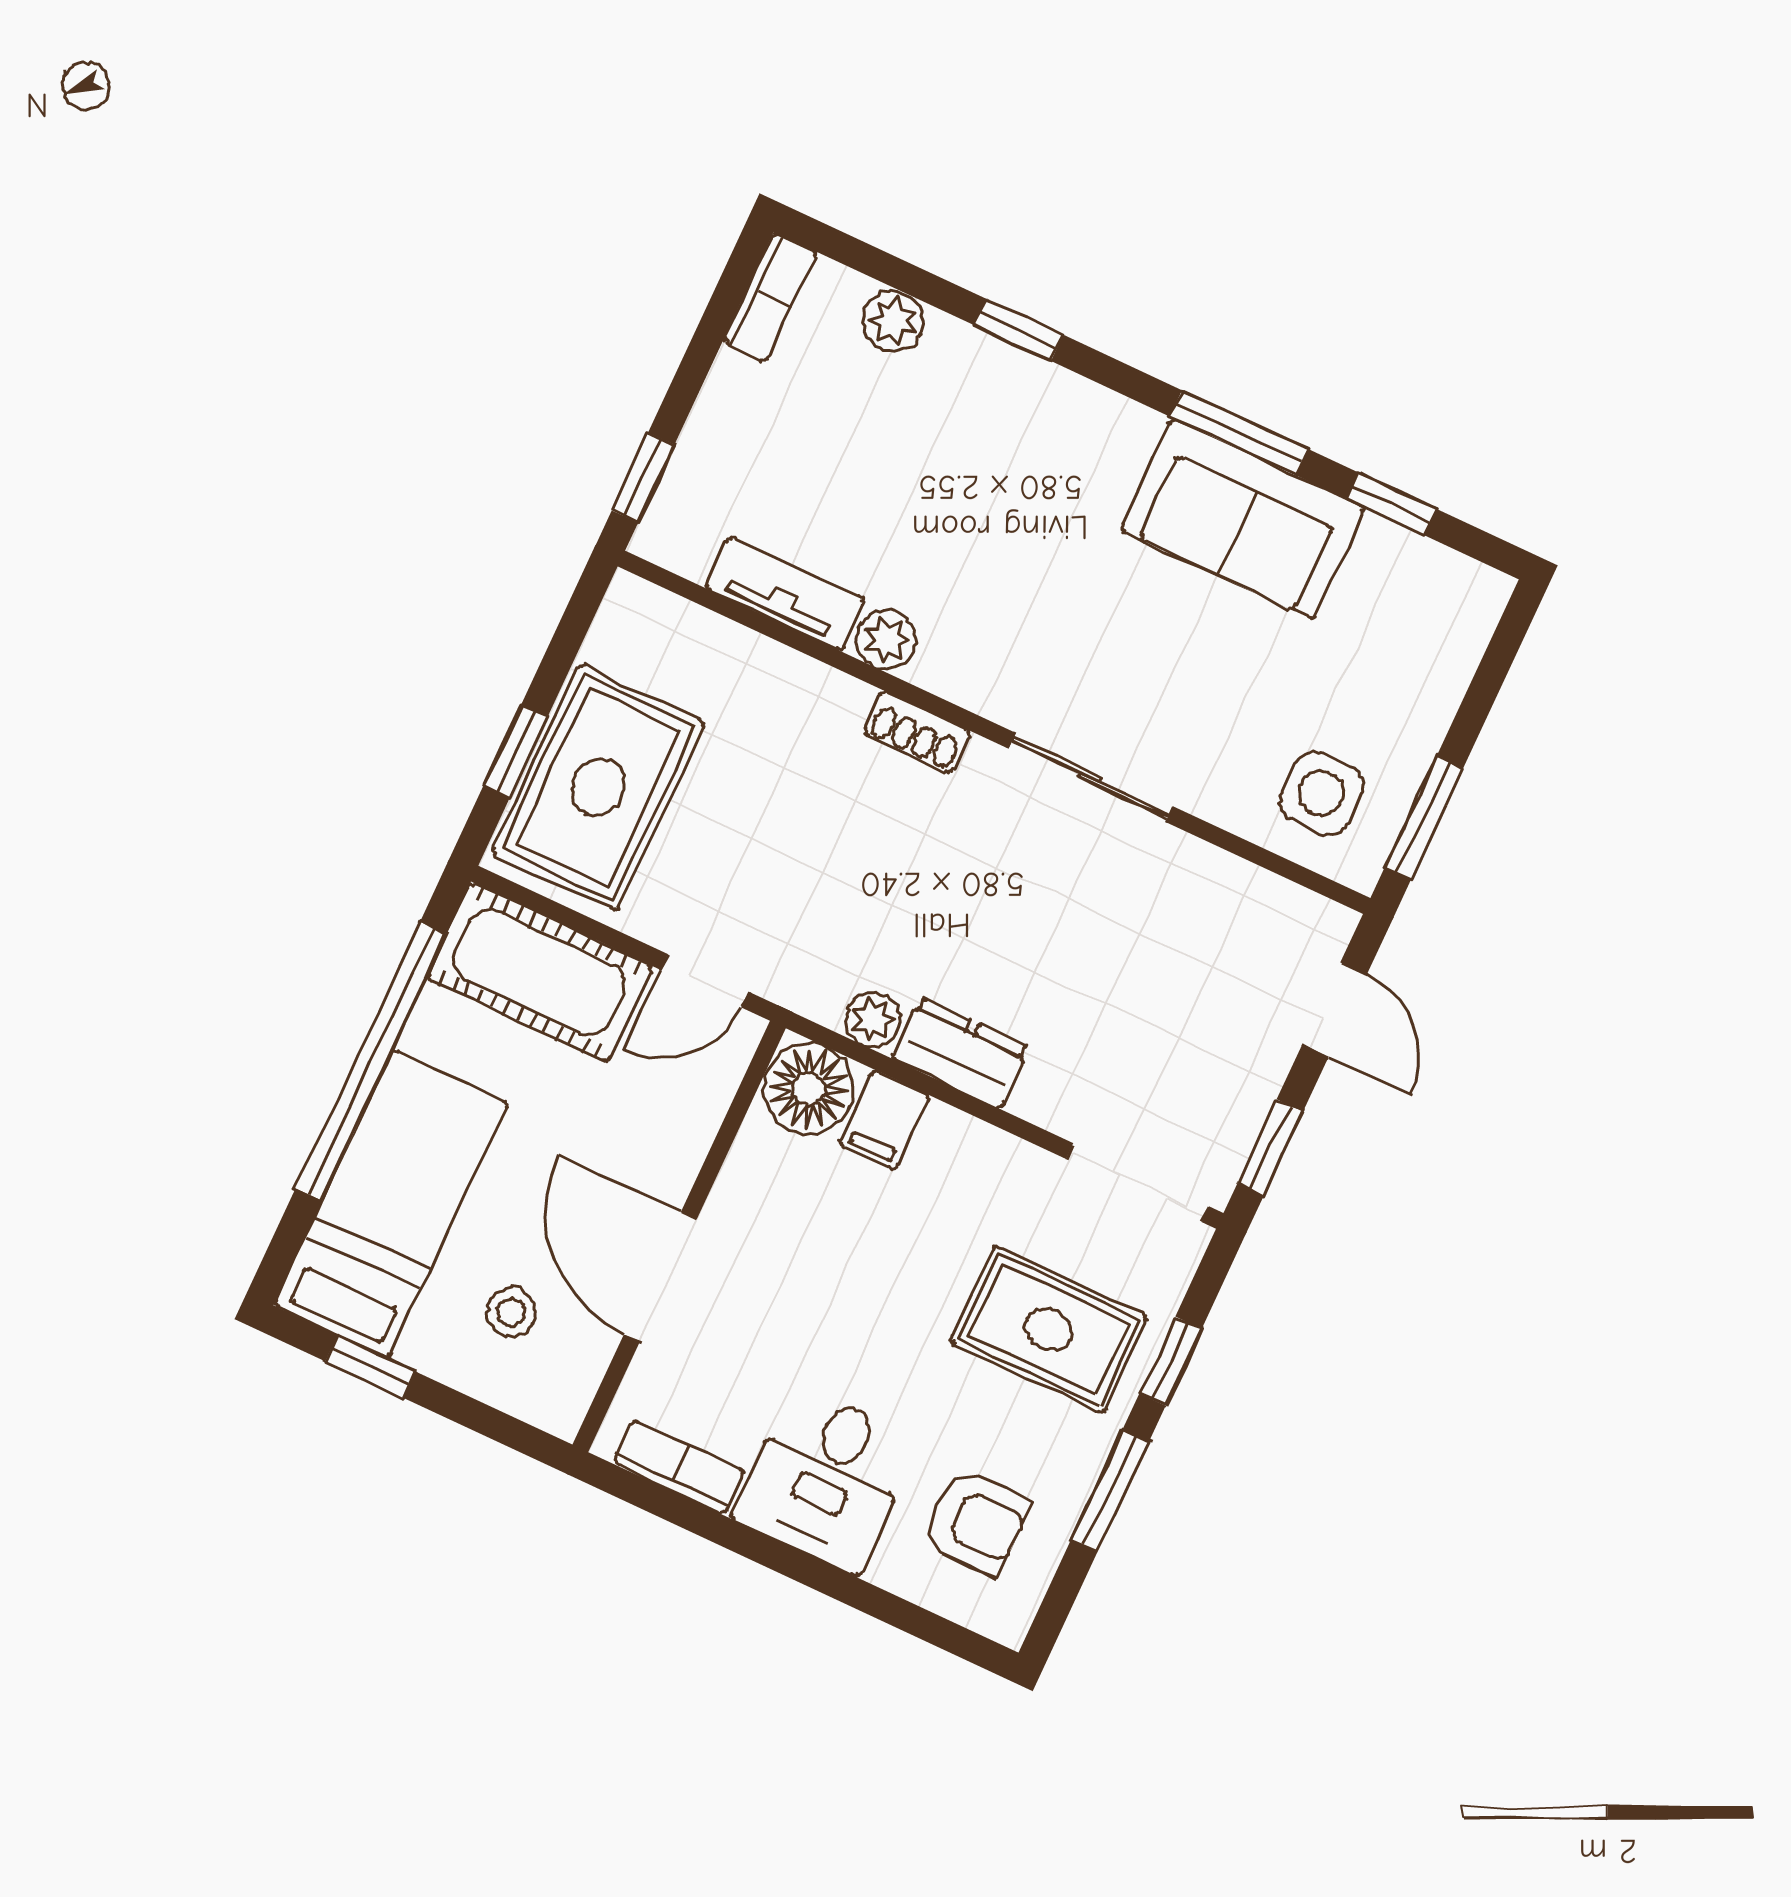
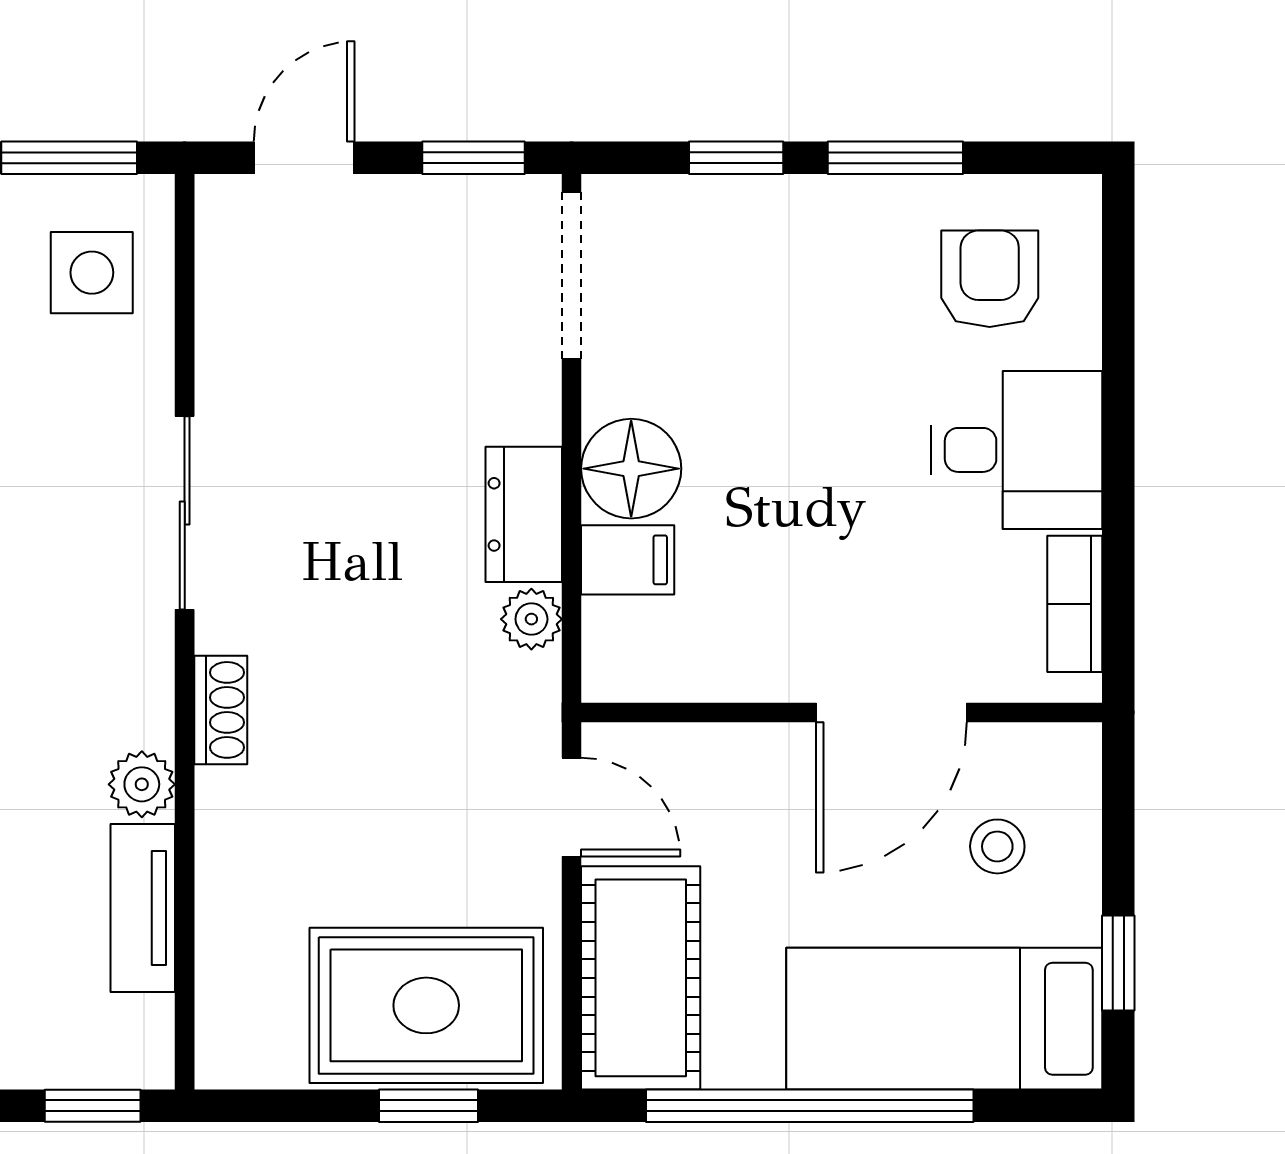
floor lamp: (809, 1088) -> (631, 469), moved
rug: (1049, 1329) -> (761, 296), removed

